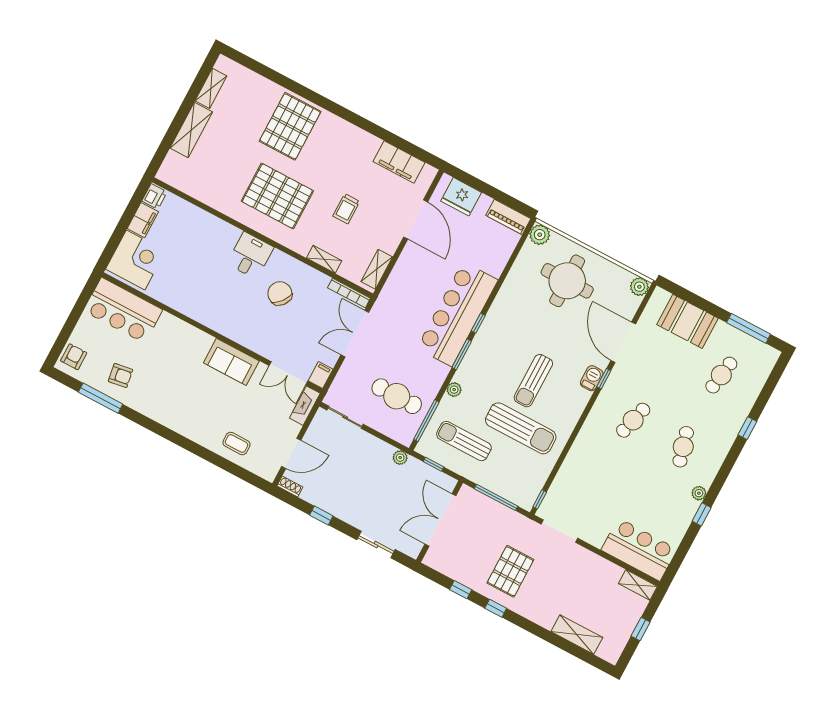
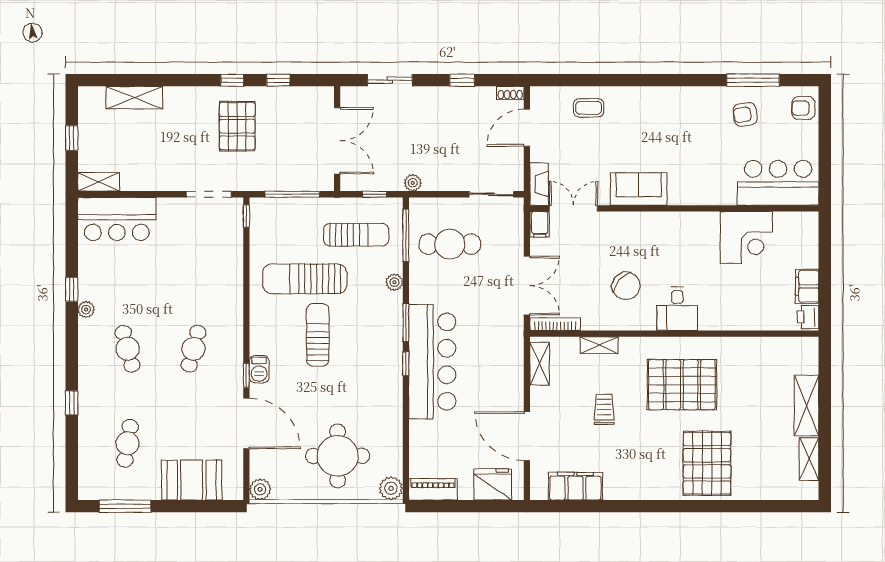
corner desk: (136, 260) -> (746, 237), moved, turned -90
armchair: (74, 357) -> (803, 108), turned 90

